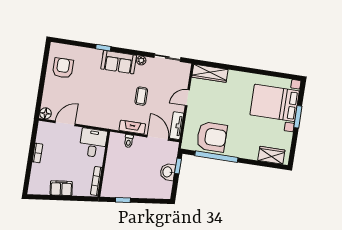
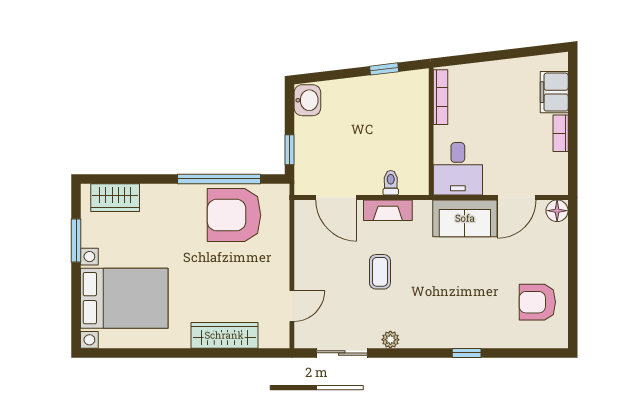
sofa: (119, 62) -> (465, 218), moved, turned 180
armchair: (63, 68) -> (537, 302), turned 90
wardrobe: (210, 73) -> (224, 335), moved
door: (187, 98) -> (292, 306), moved
window: (298, 117) -> (76, 240), moved
tv unit: (177, 126) -> (304, 226), removed
washbasin: (168, 172) -> (307, 100), moved
filing cabinet: (61, 188) -> (554, 92), moved, turned 97

